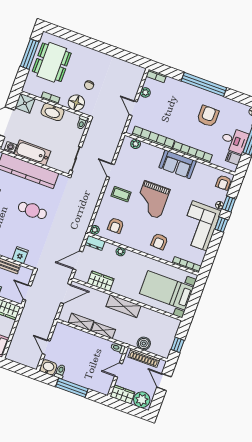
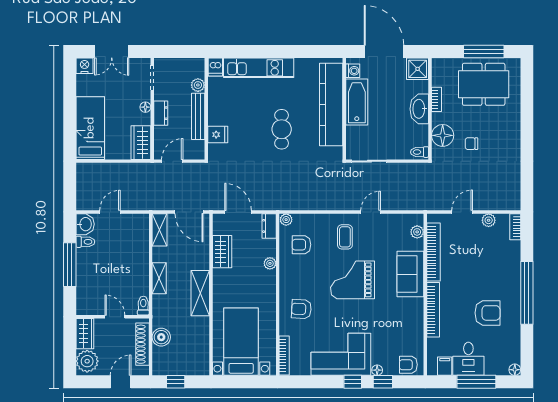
sofa: (178, 164) -> (410, 274), moved
shelving: (81, 322) -> (160, 230), moved

